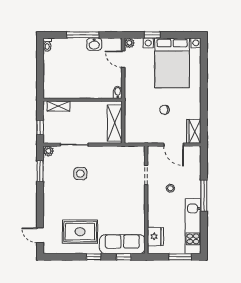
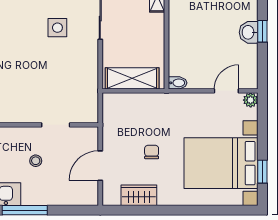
window: (83, 35) -> (262, 31), width x0.46
window: (152, 35) -> (262, 172), moved
washbasin: (94, 44) -> (249, 32), moved
wardrobe: (194, 131) -> (139, 195), moved

